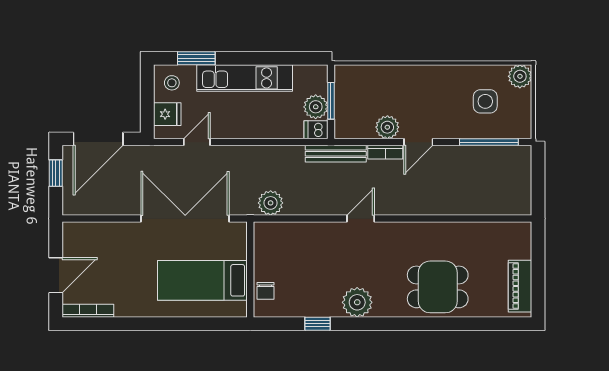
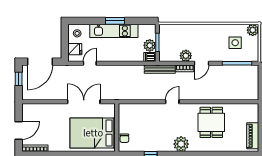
window: (196, 58) -> (115, 21), moved
plant: (271, 203) -> (127, 94), removed
double door: (185, 219) -> (84, 102), width x0.73
bed: (202, 280) -> (93, 133), width x1.50
dining table: (438, 287) -> (211, 122), moved, turned 90
plant: (357, 302) -> (181, 144), moved

